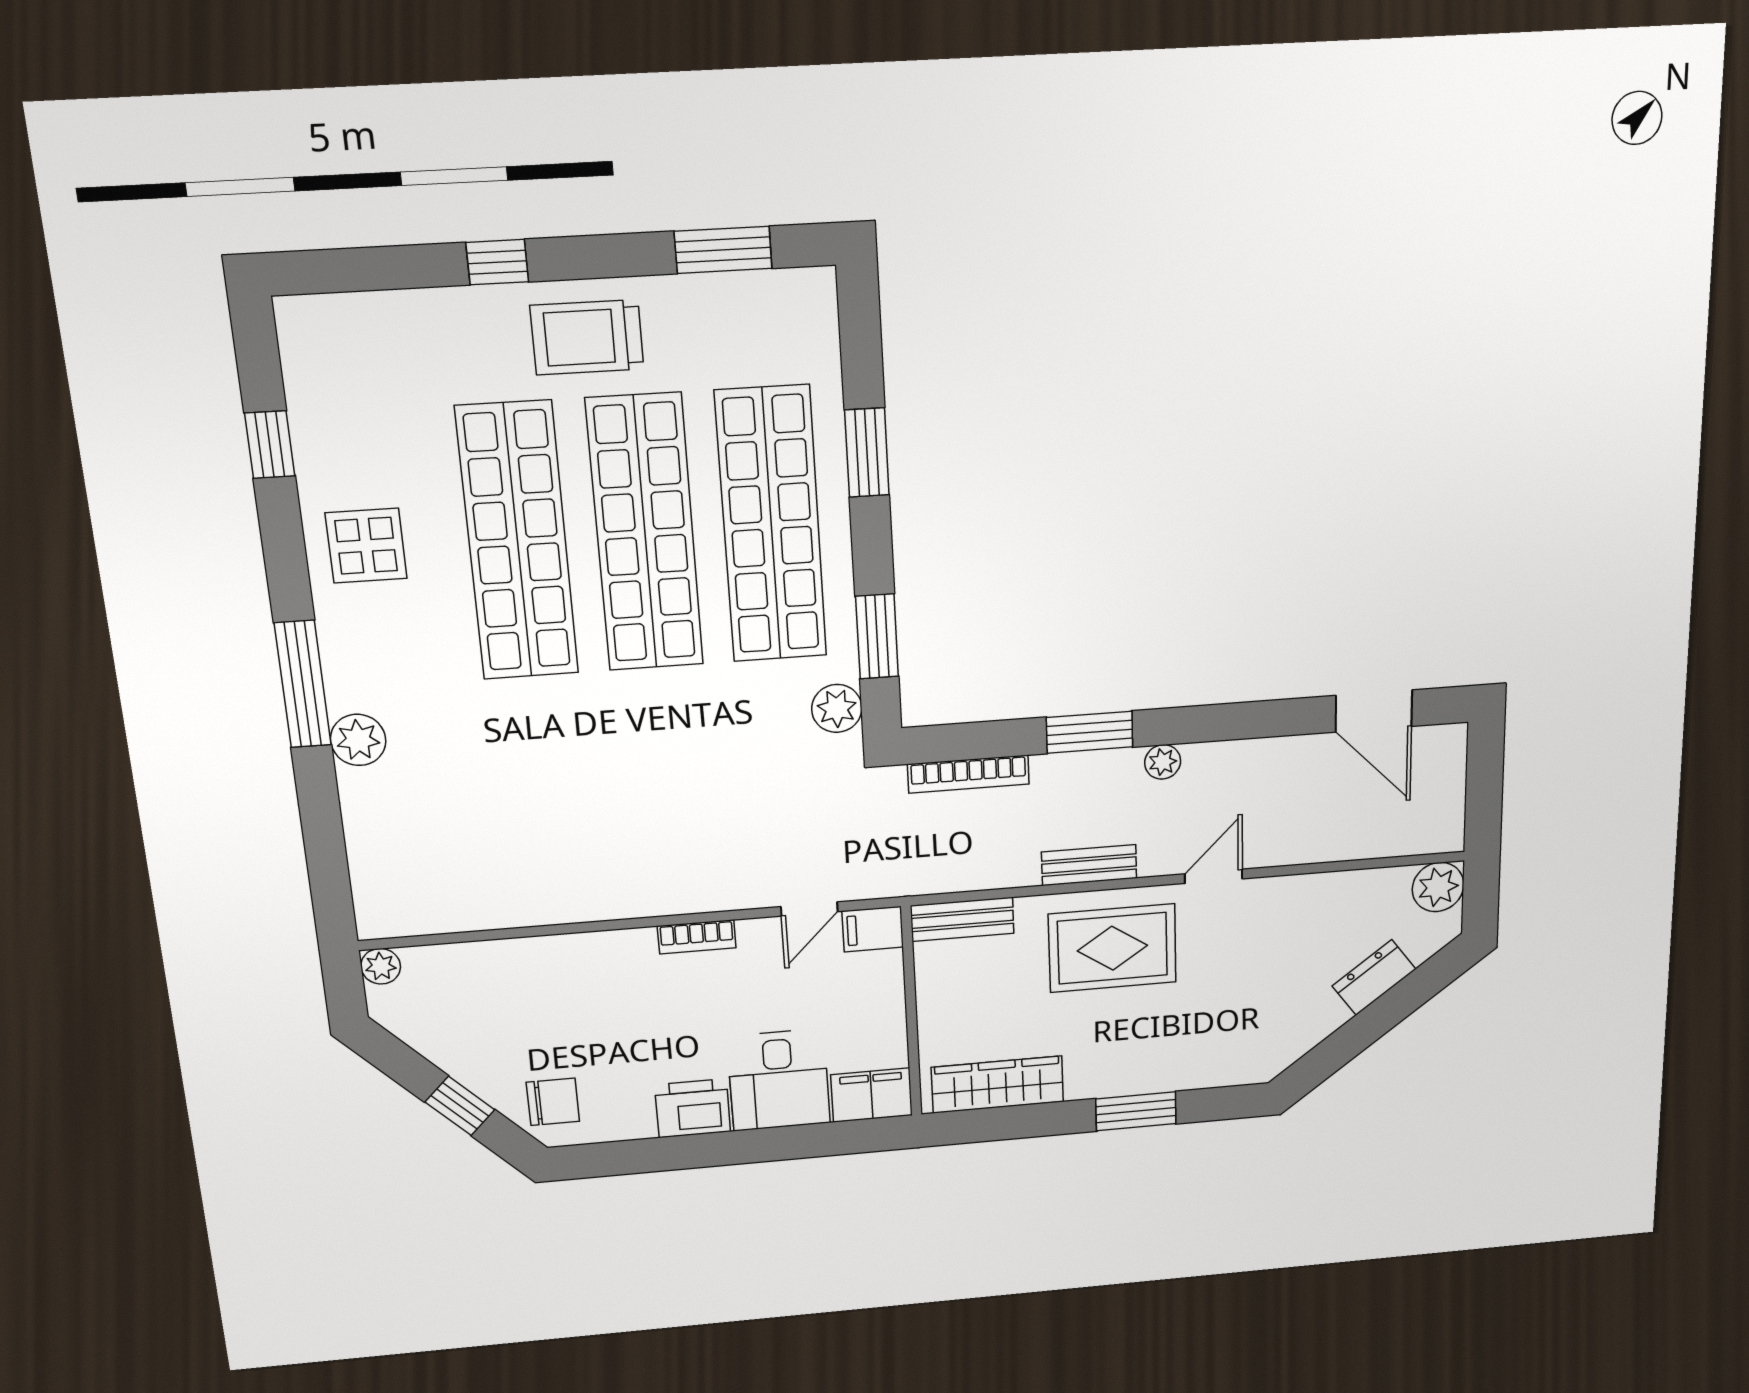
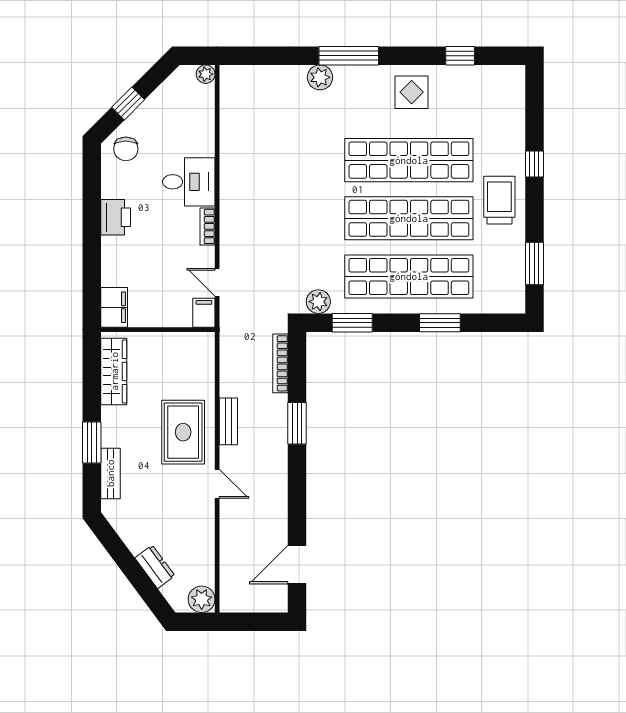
plant: (1163, 762) -> (279, 459), removed
bench: (962, 919) -> (110, 473), moved
desk: (779, 1080) -> (189, 182), moved, turned 180

